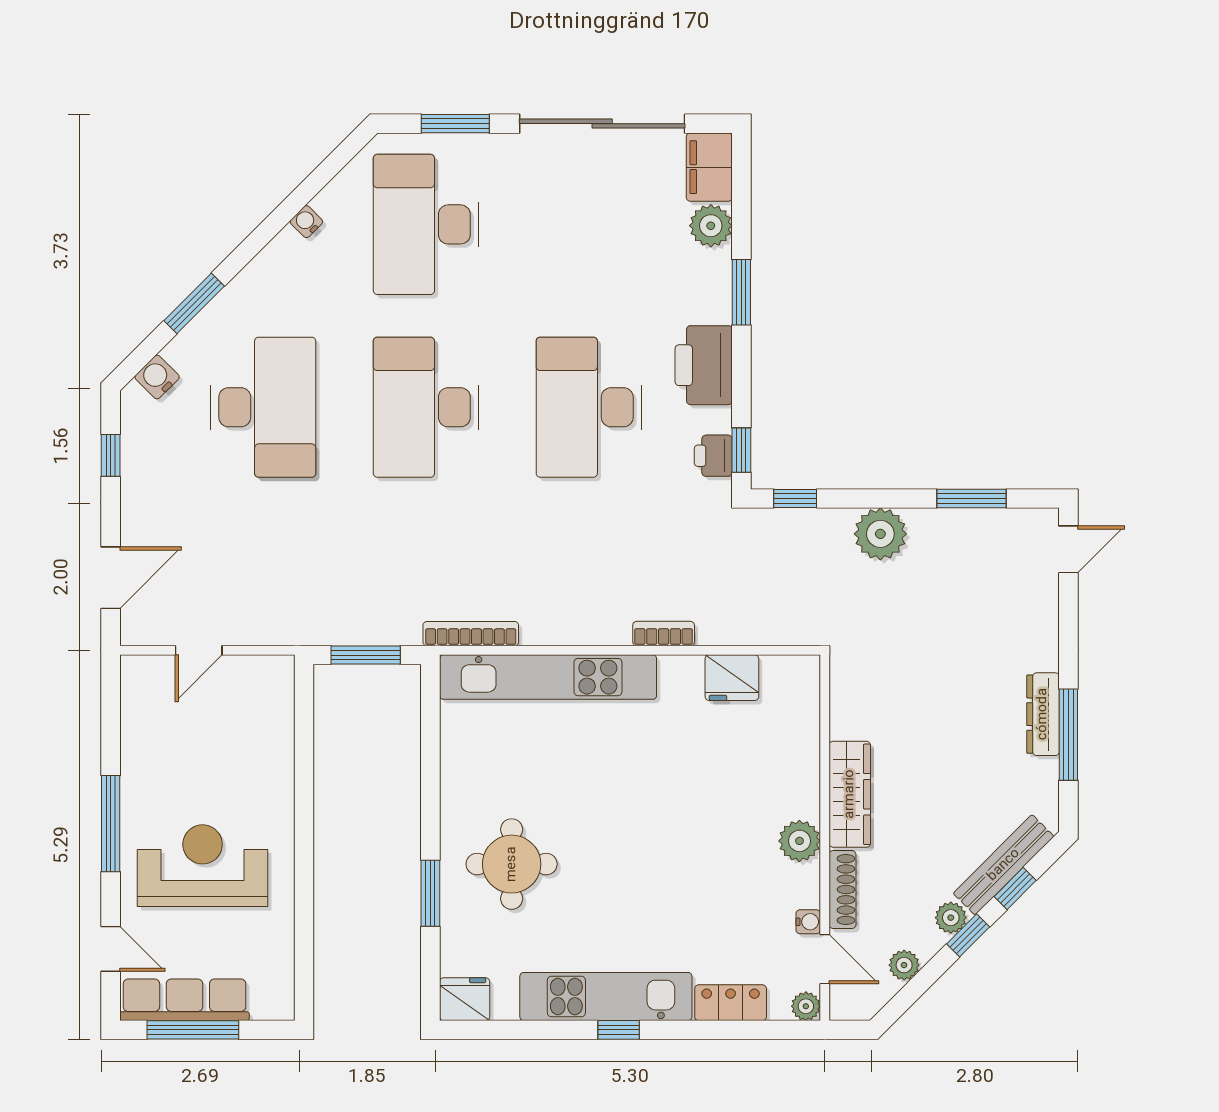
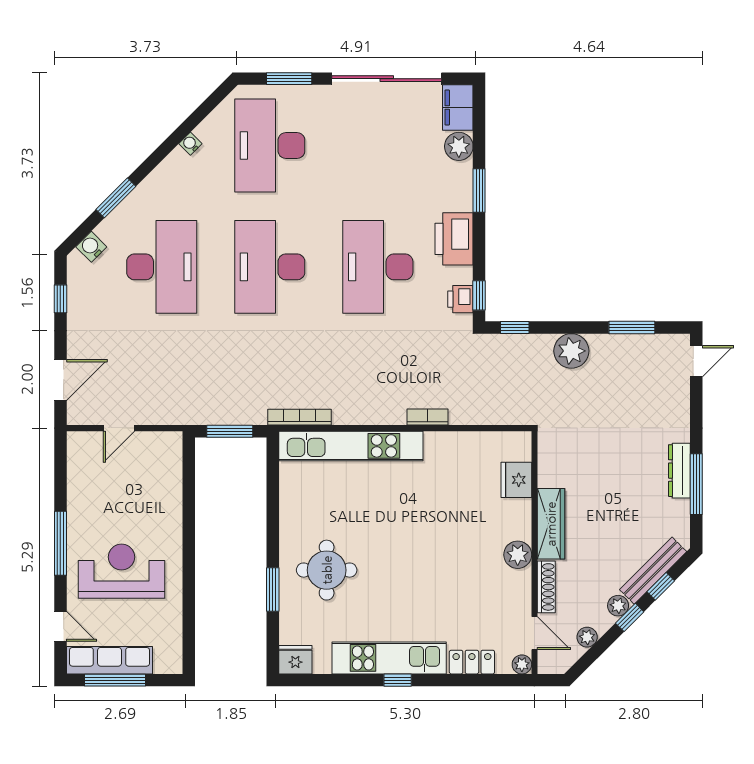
fridge: (732, 678) -> (516, 480), moved, turned 90
water cooler: (808, 922) -> (523, 608), removed

